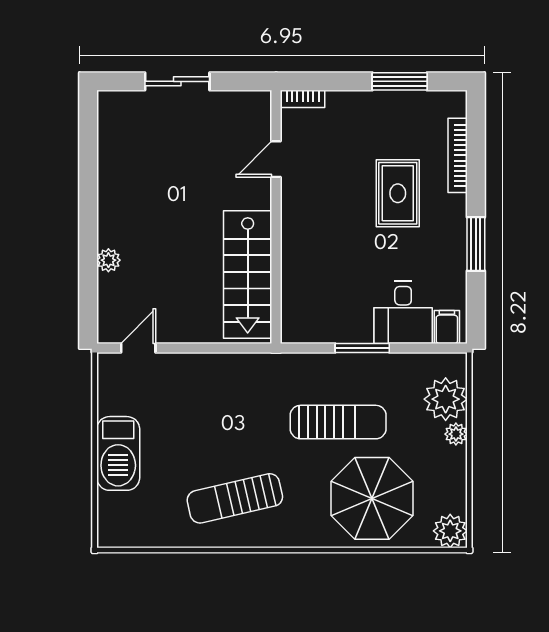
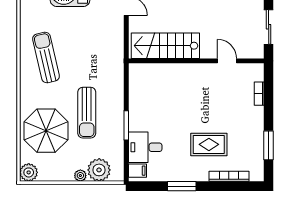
door: (276, 159) -> (227, 61), moved
wall: (276, 217) -> (196, 61), moved
stairs: (248, 275) -> (165, 46), moved

